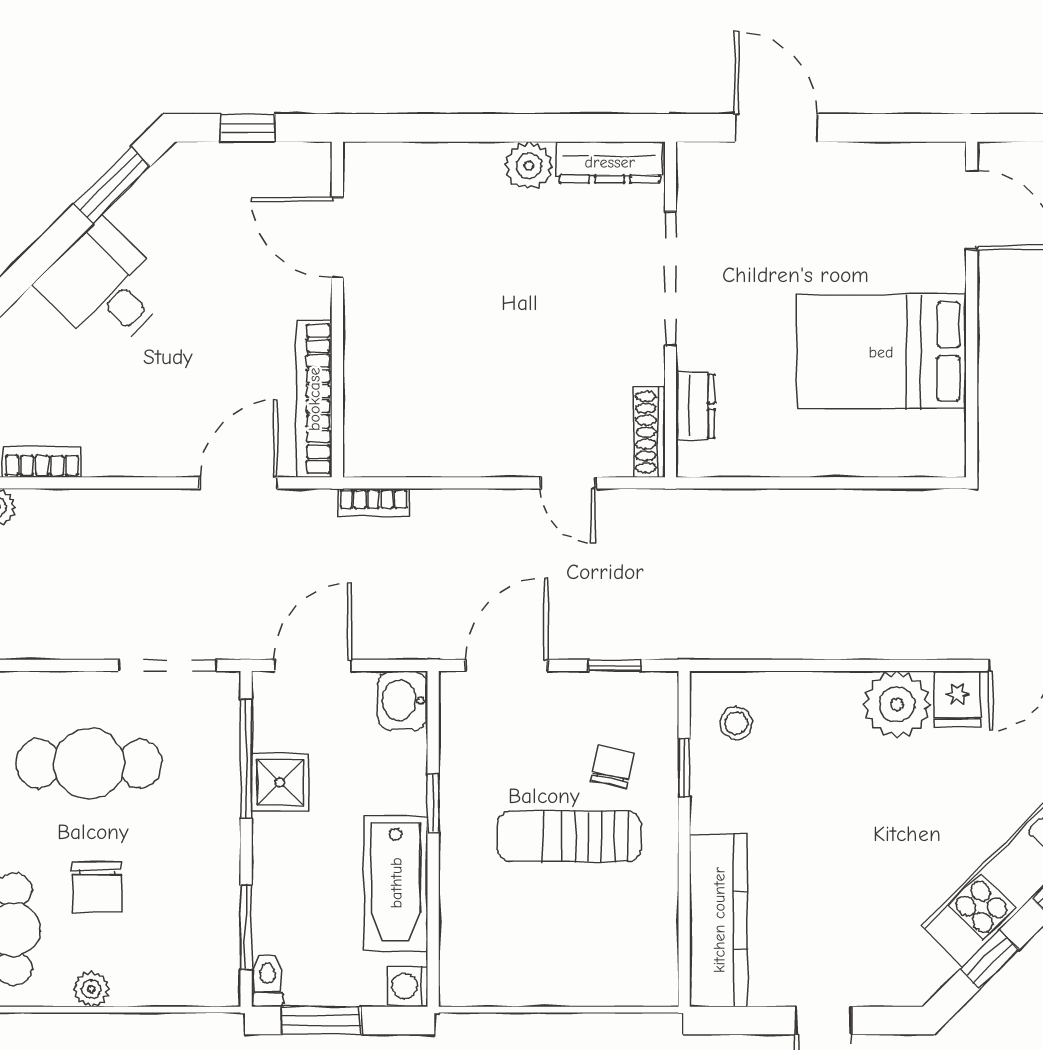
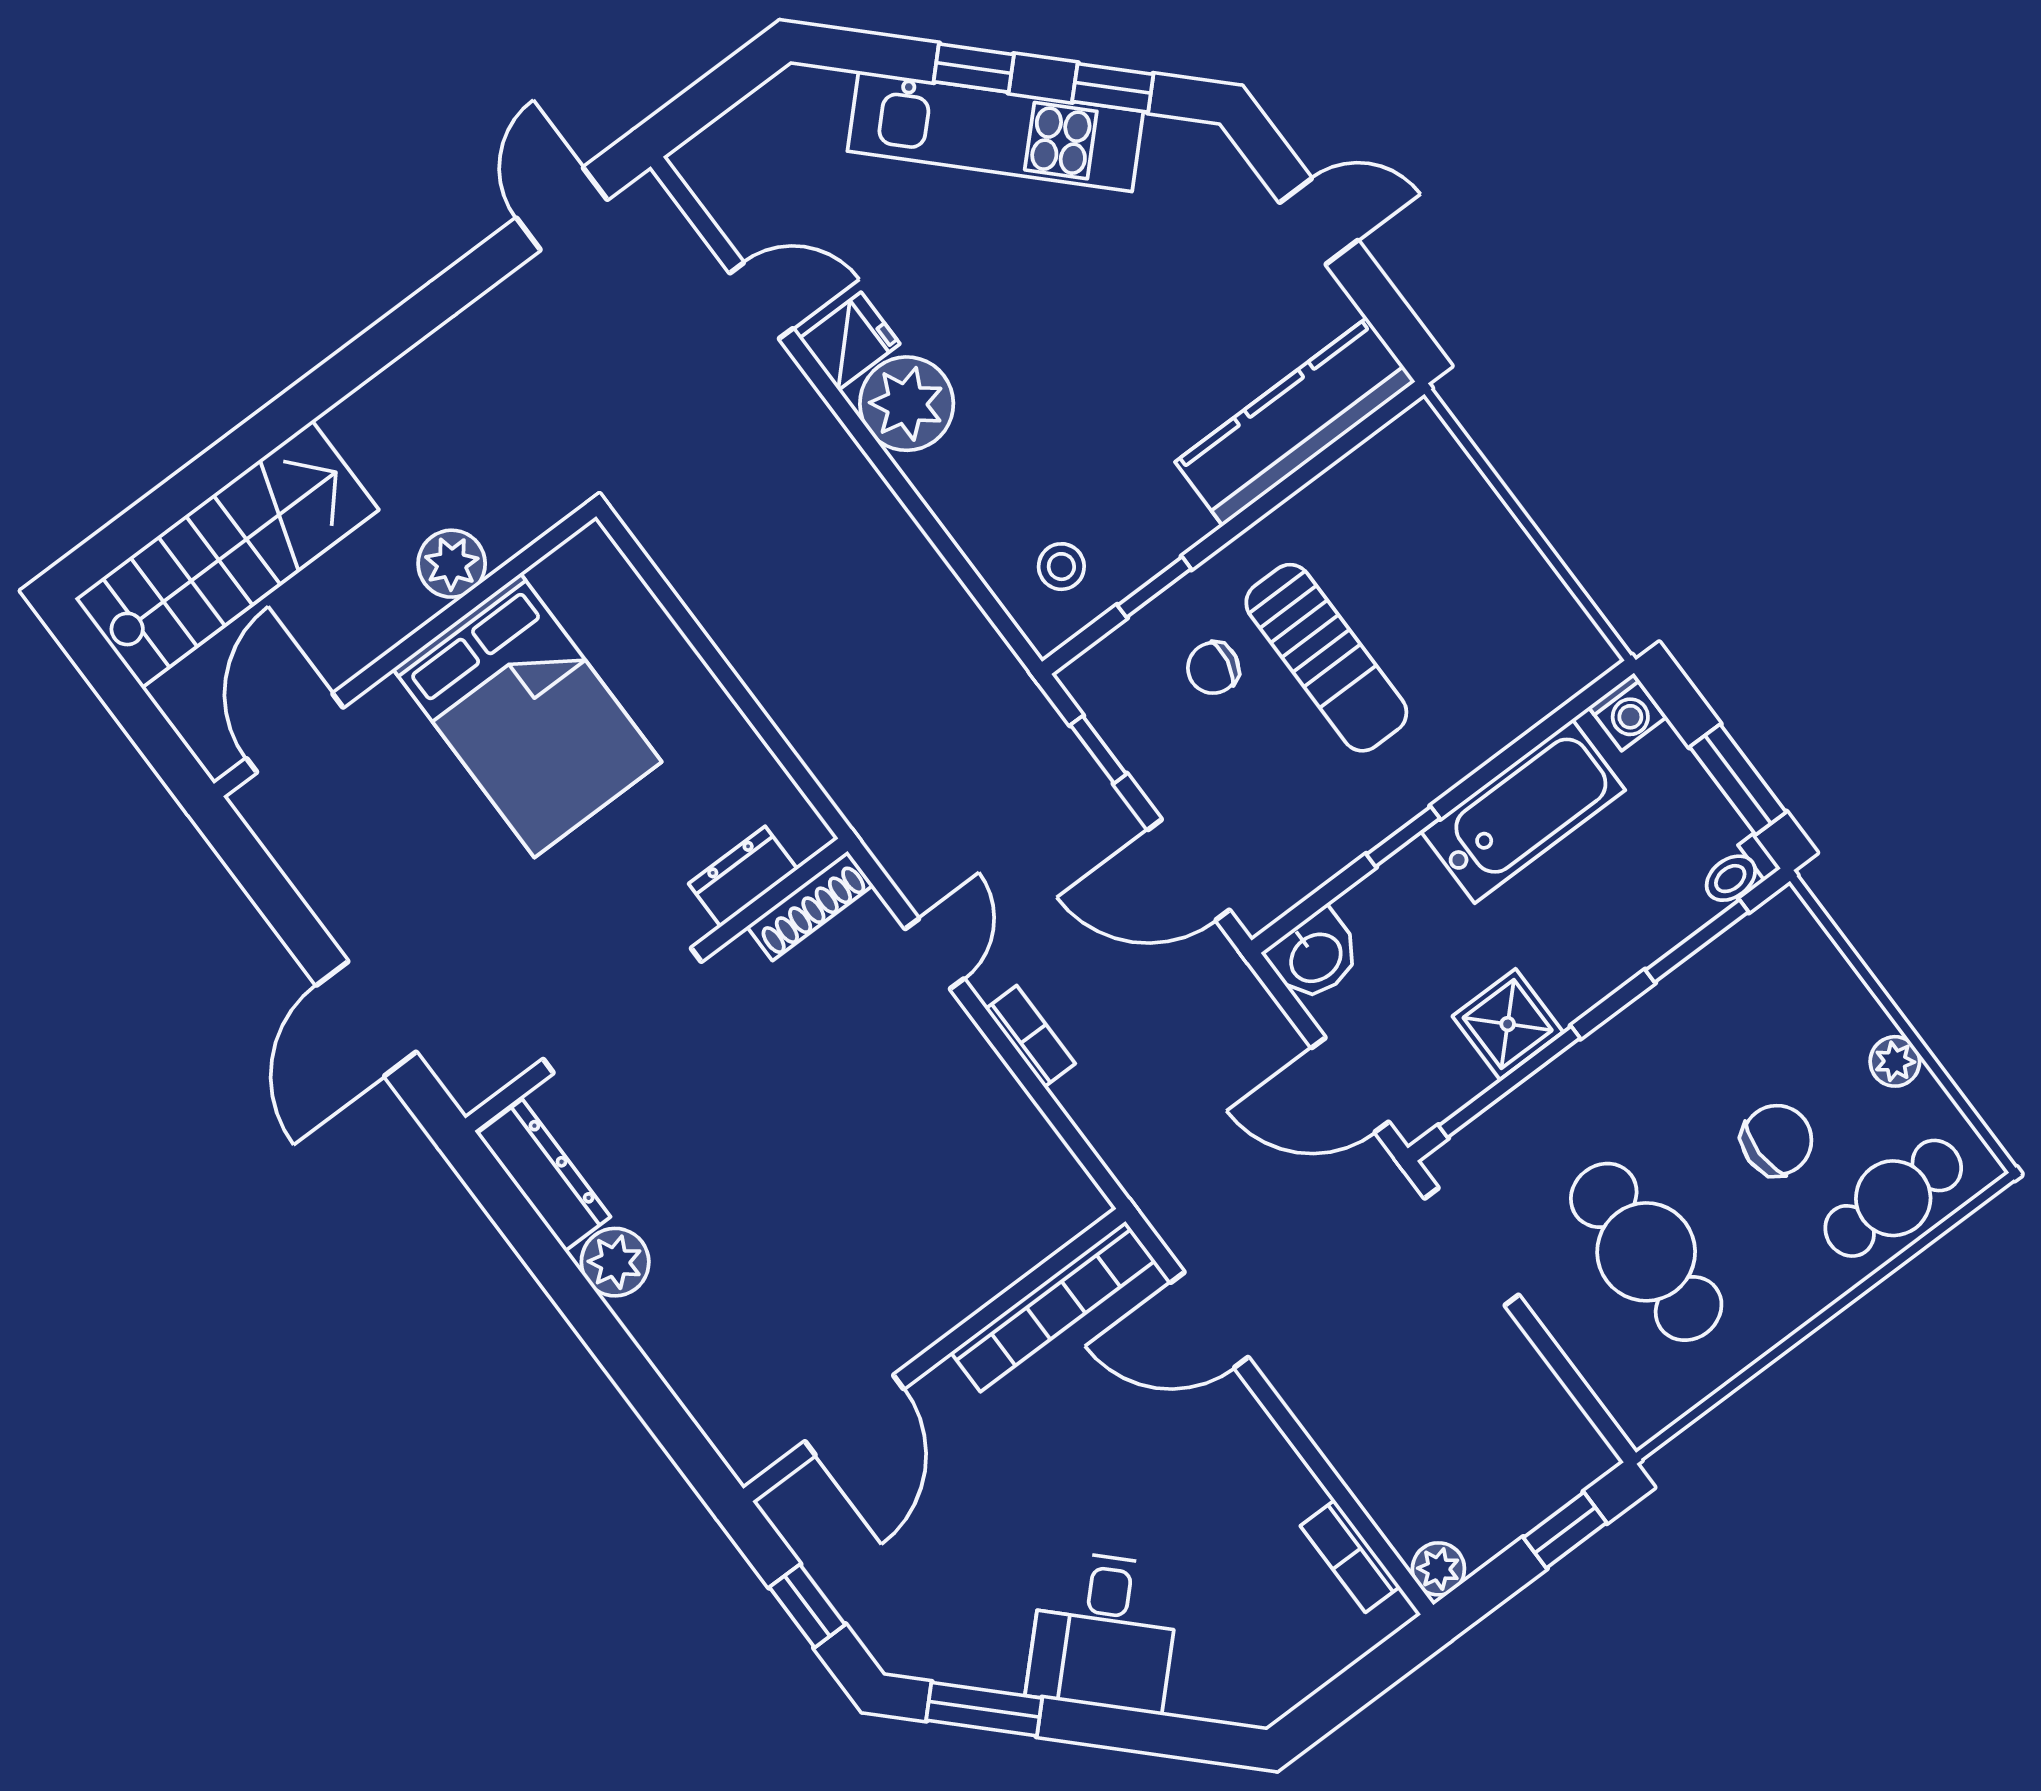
plant: (1001, 374) -> (452, 564), added
bookcase: (374, 502) -> (1030, 1036), moved

